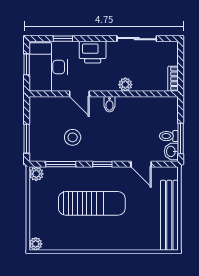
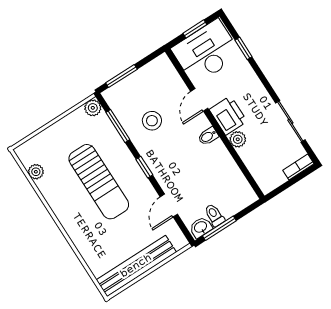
printer: (93, 52) -> (228, 115), moved, turned 180
bookcase: (173, 79) -> (298, 167), moved
plant: (36, 244) -> (36, 172), moved

